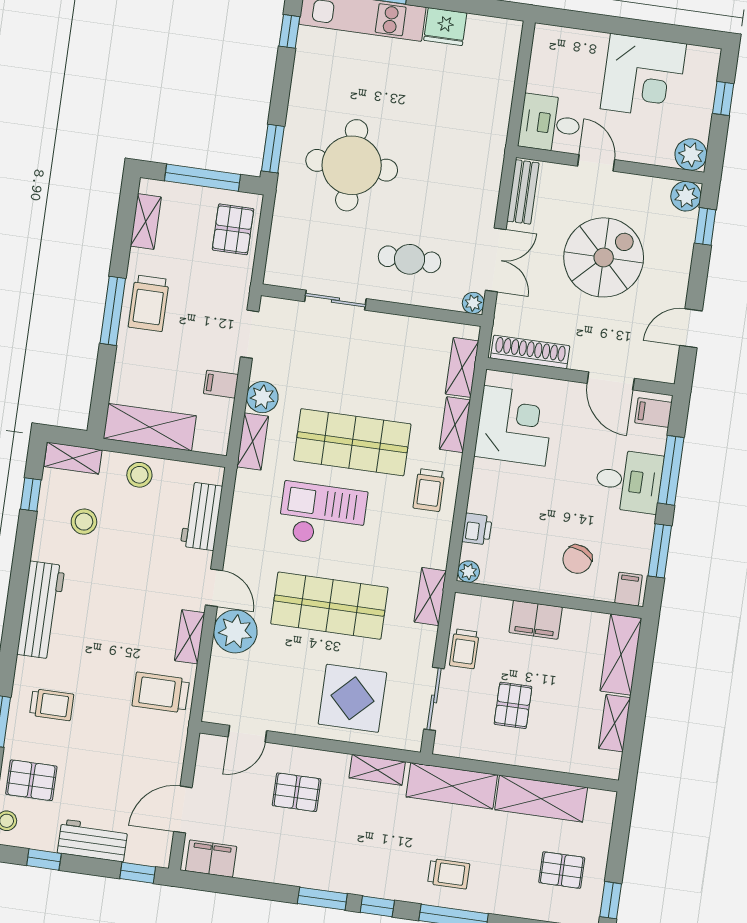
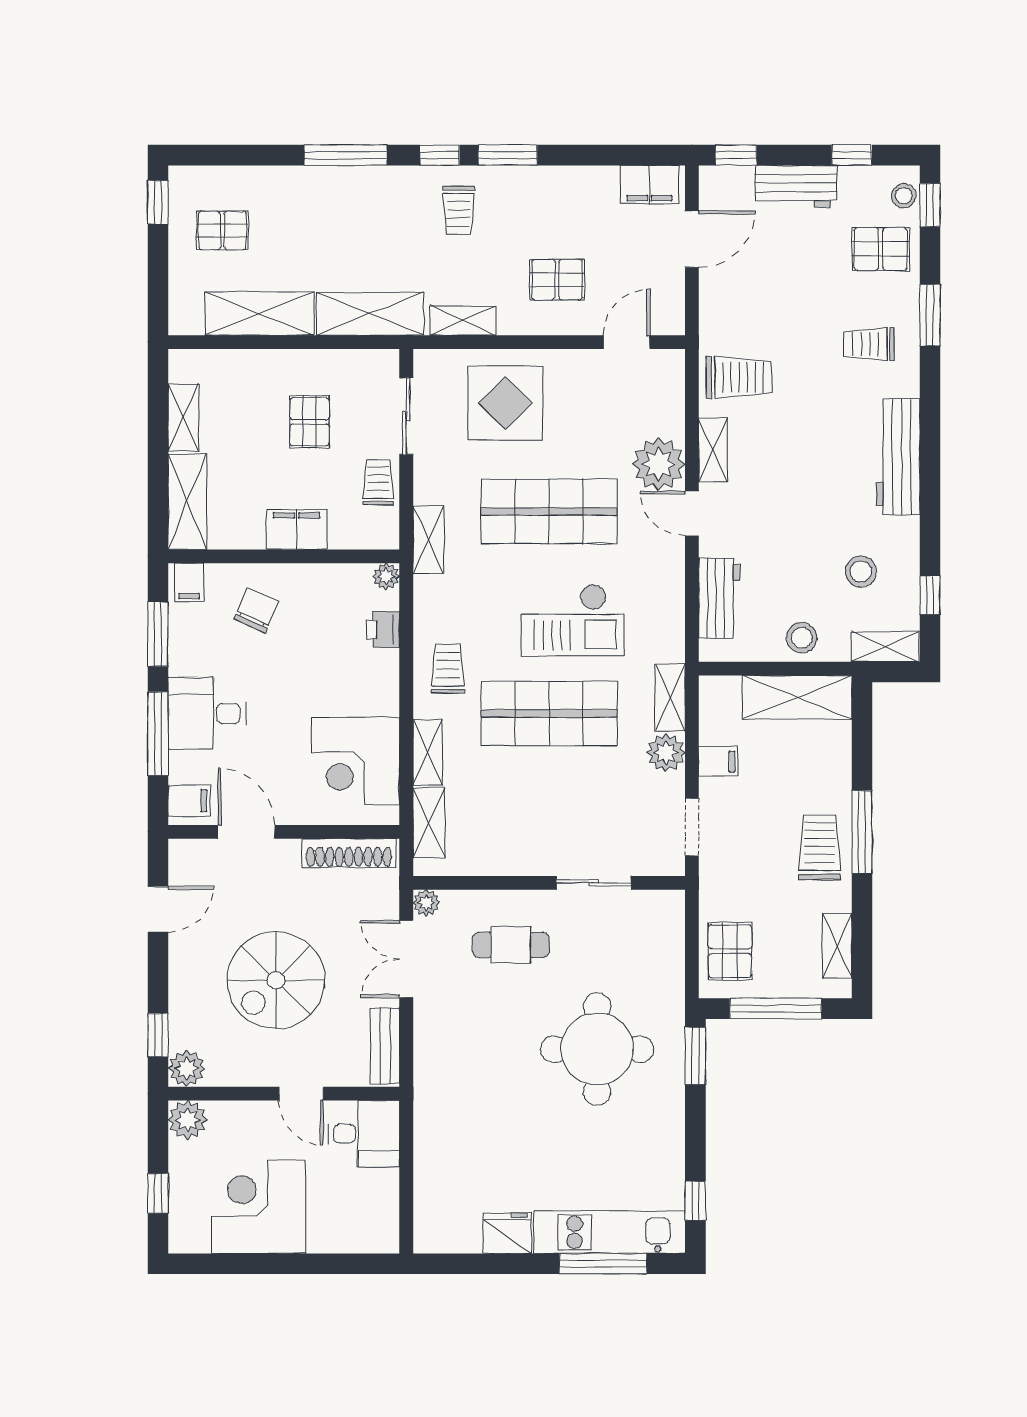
trolley: (449, 874) -> (459, 210), moved, turned -90

